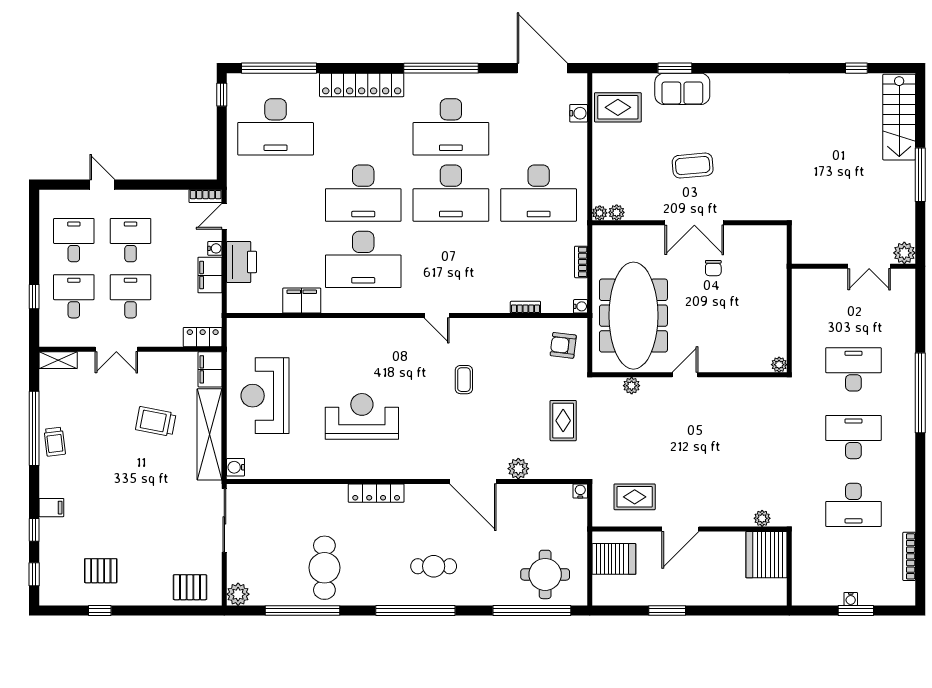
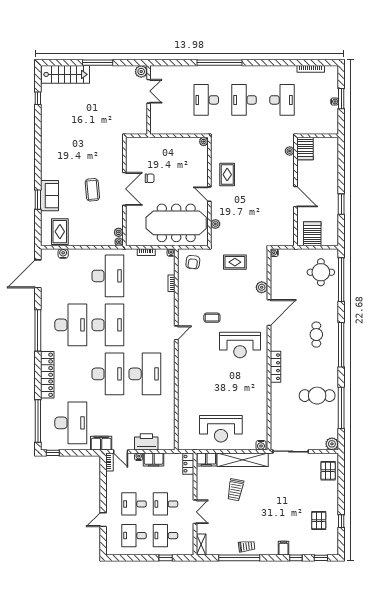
filing cabinet: (302, 301) -> (101, 443), moved, turned 90
reception desk: (362, 416) -> (240, 345), moved, turned -90
rug: (635, 497) -> (227, 175), moved
server rack: (766, 555) -> (305, 149), width x0.62

